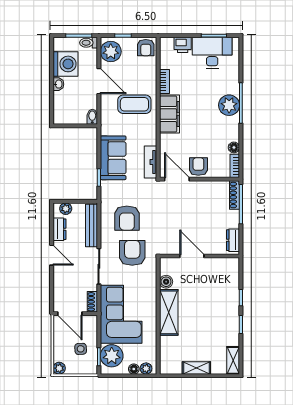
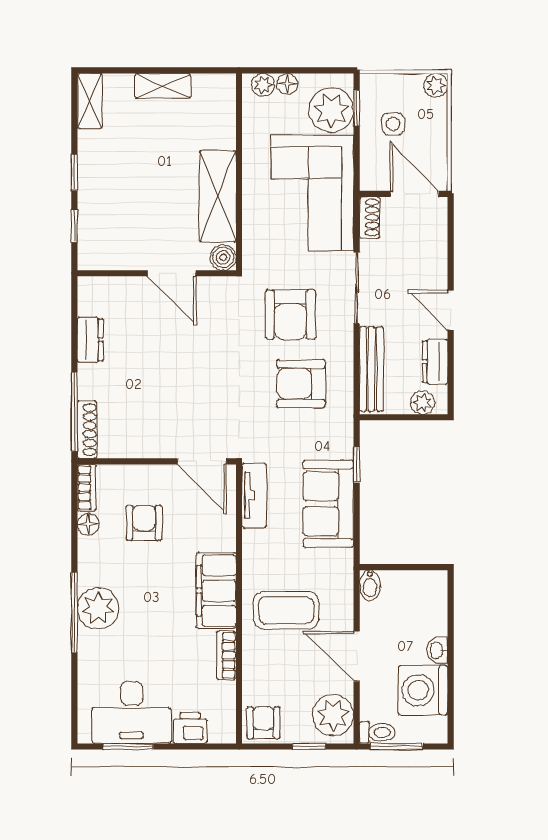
armchair: (198, 167) -> (144, 523), moved, turned 180
armchair: (127, 218) -> (301, 384), turned -90
door: (192, 256) -> (172, 273), moved
wall: (199, 256) -> (157, 273), moved

